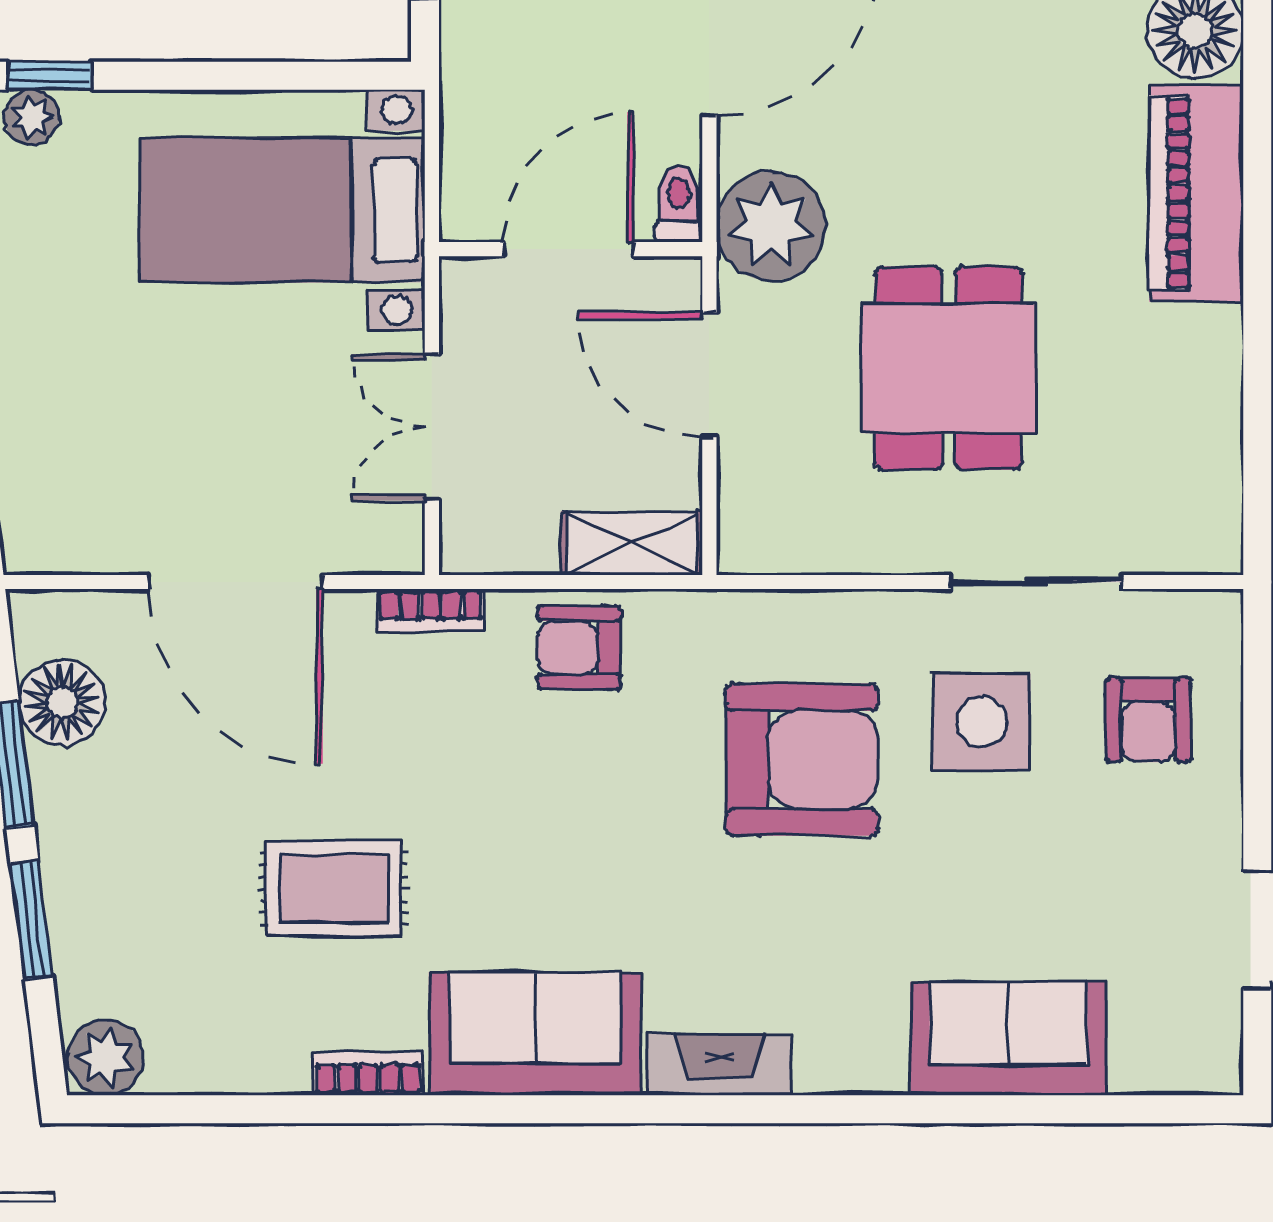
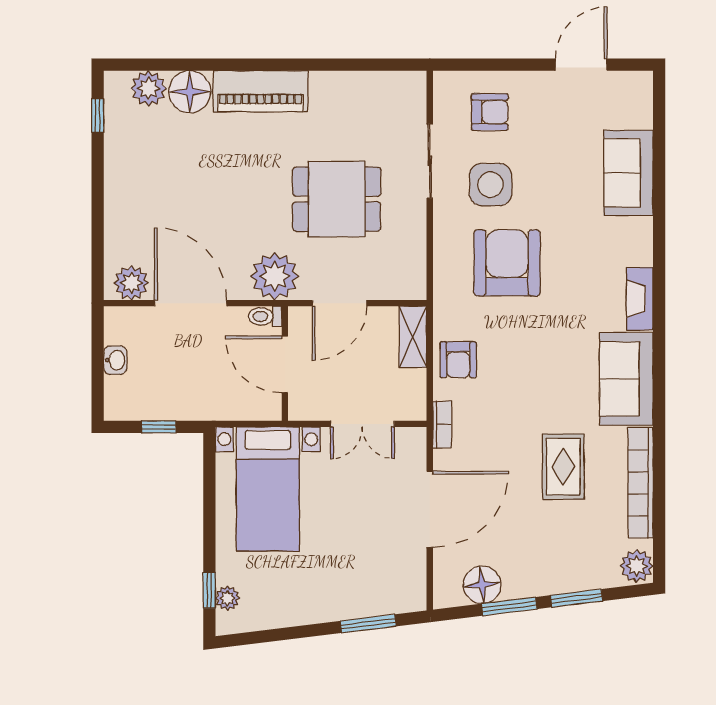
bookcase: (368, 1073) -> (641, 483), width x2.31, depth x1.31

